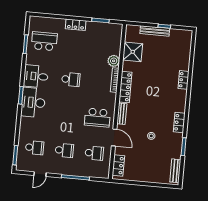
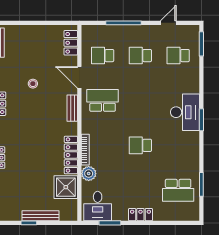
desk: (36, 76) -> (98, 206), moved, turned 90
locker: (125, 87) -> (71, 155), moved

